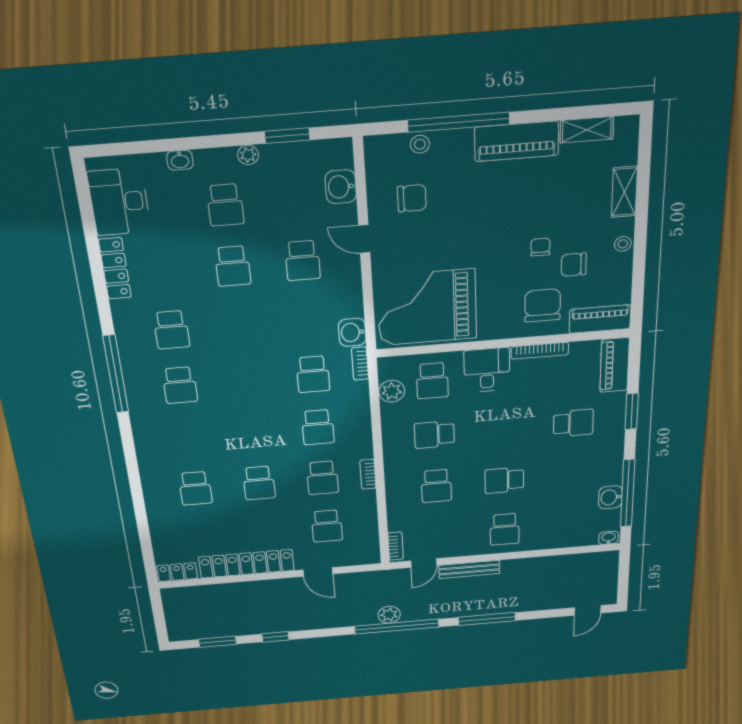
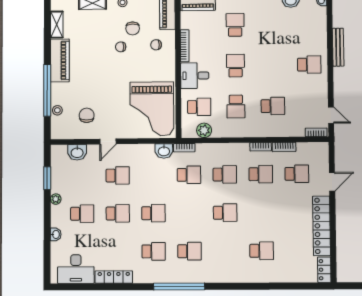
chair: (543, 305) -> (156, 45), width x0.54, depth x0.54
school desk: (240, 324) -> (153, 213), added
school desk: (504, 480) -> (235, 66), moved, turned 180
school desk: (259, 483) -> (225, 213), moved
bookcase: (369, 506) -> (284, 147), added
bench: (469, 569) -> (338, 47), moved

